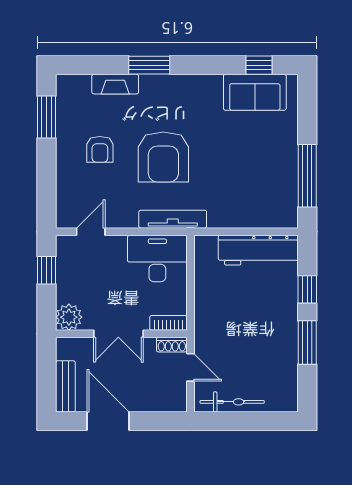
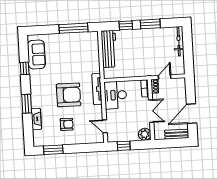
window: (259, 65) -> (25, 68), moved
bicycle: (232, 402) -> (179, 41), moved

